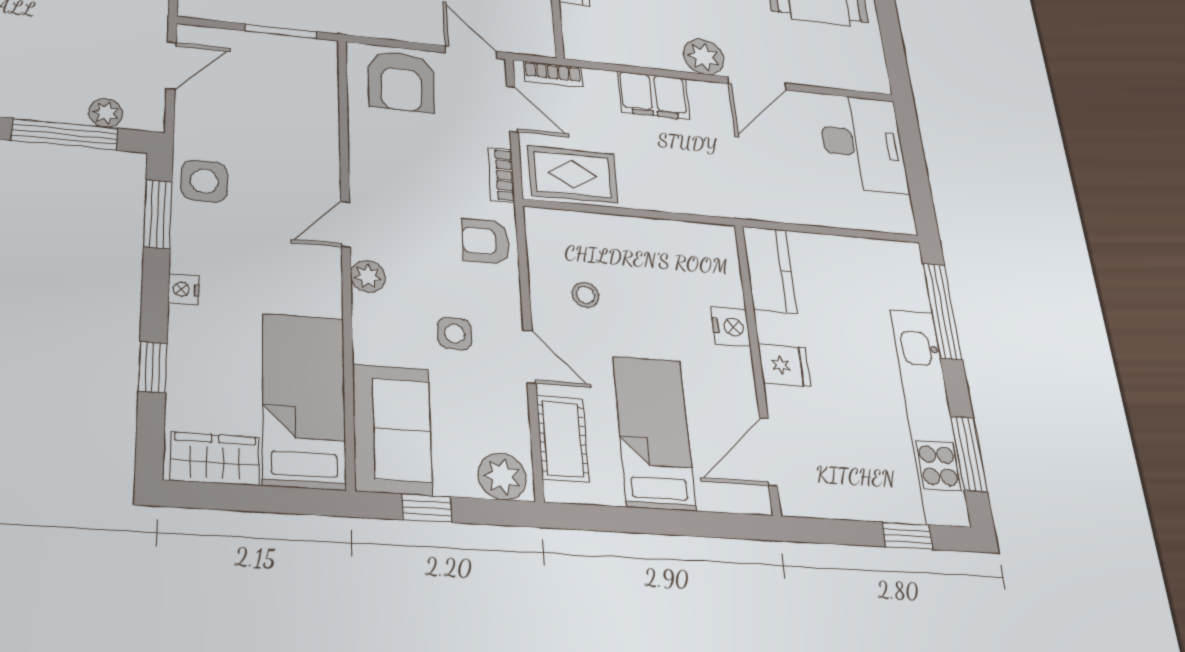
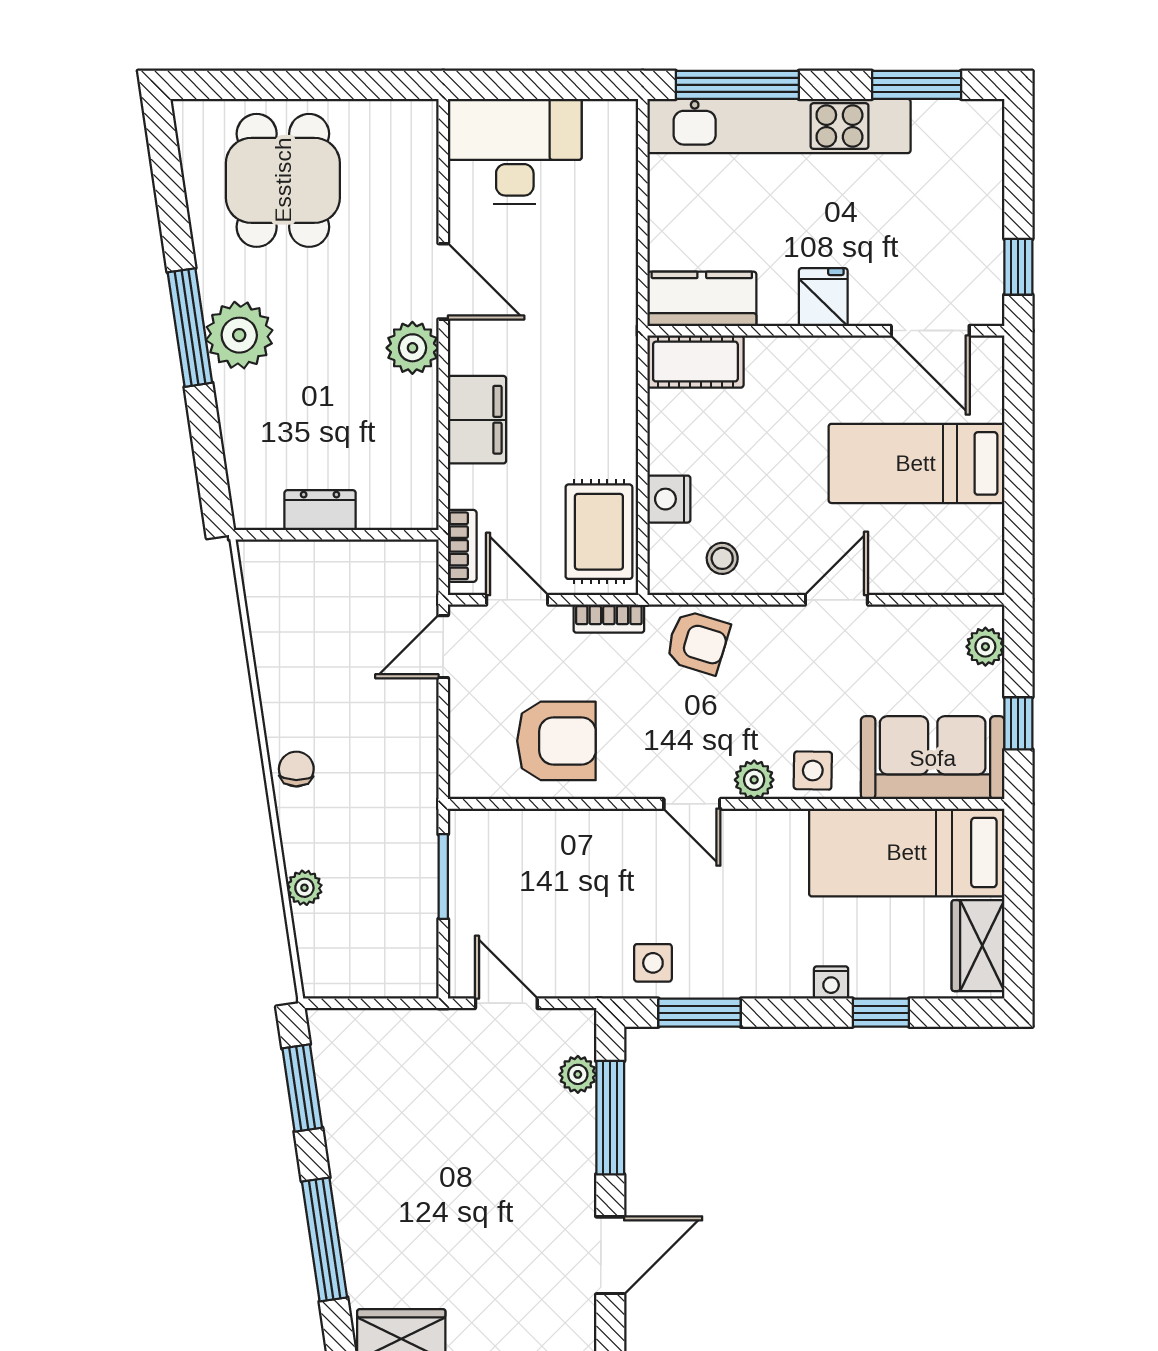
armchair: (401, 81) -> (556, 741), moved
door: (512, 109) -> (517, 600), hinge flipped
side table: (204, 181) -> (653, 963), width x0.73, depth x0.73
armchair: (486, 241) -> (698, 642), turned -73
nightstand: (184, 289) -> (831, 982), moved
stool: (585, 295) -> (722, 558), moved
nightstand: (731, 327) -> (669, 499), moved, turned -90
side table: (455, 334) -> (813, 771), moved
kitchen unit: (929, 416) -> (779, 126), moved
cot: (563, 439) -> (695, 362), moved
plant: (502, 477) -> (985, 647), width x0.73, depth x0.73
window: (907, 536) -> (1018, 267), moved

